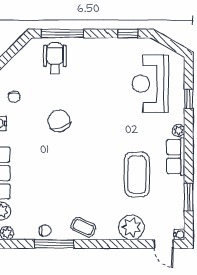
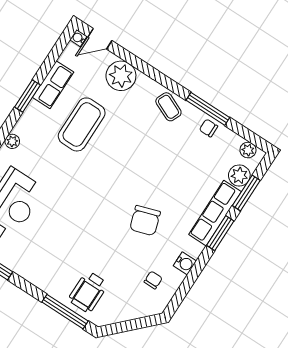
chair: (59, 121) -> (145, 221), moved
row of seats: (176, 156) -> (53, 85), moved
window: (189, 197) -> (27, 96), moved
door: (164, 244) -> (100, 39), swing flipped

